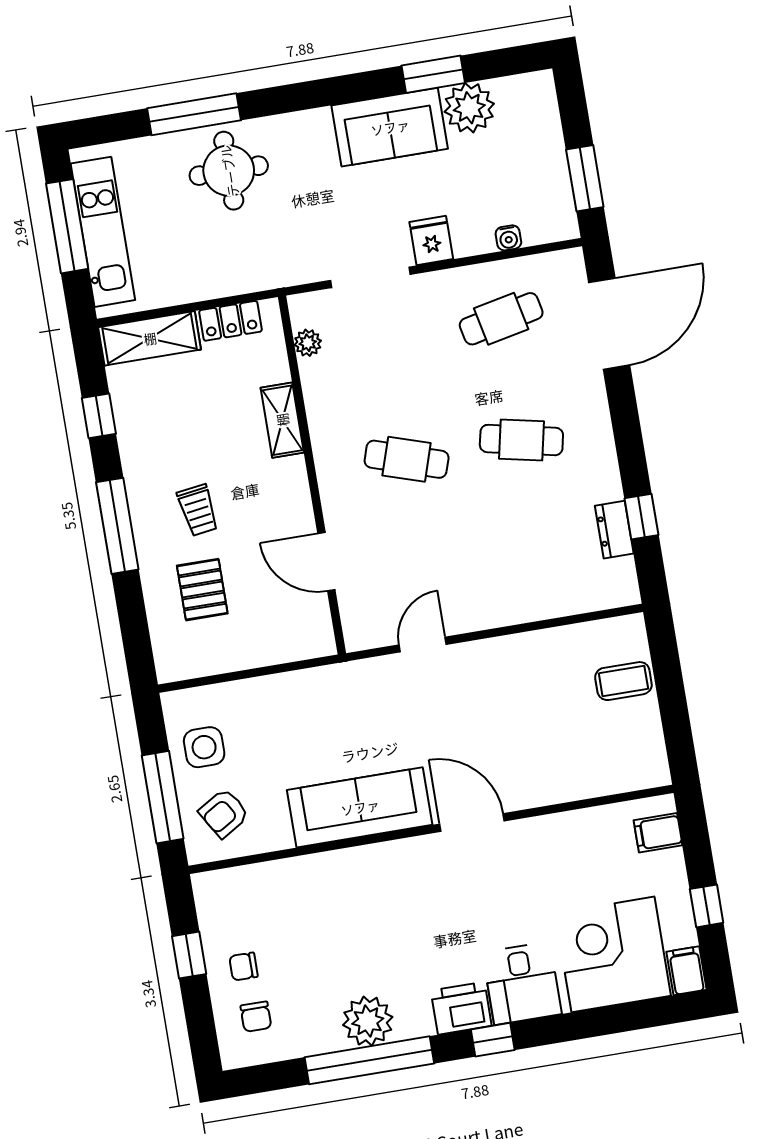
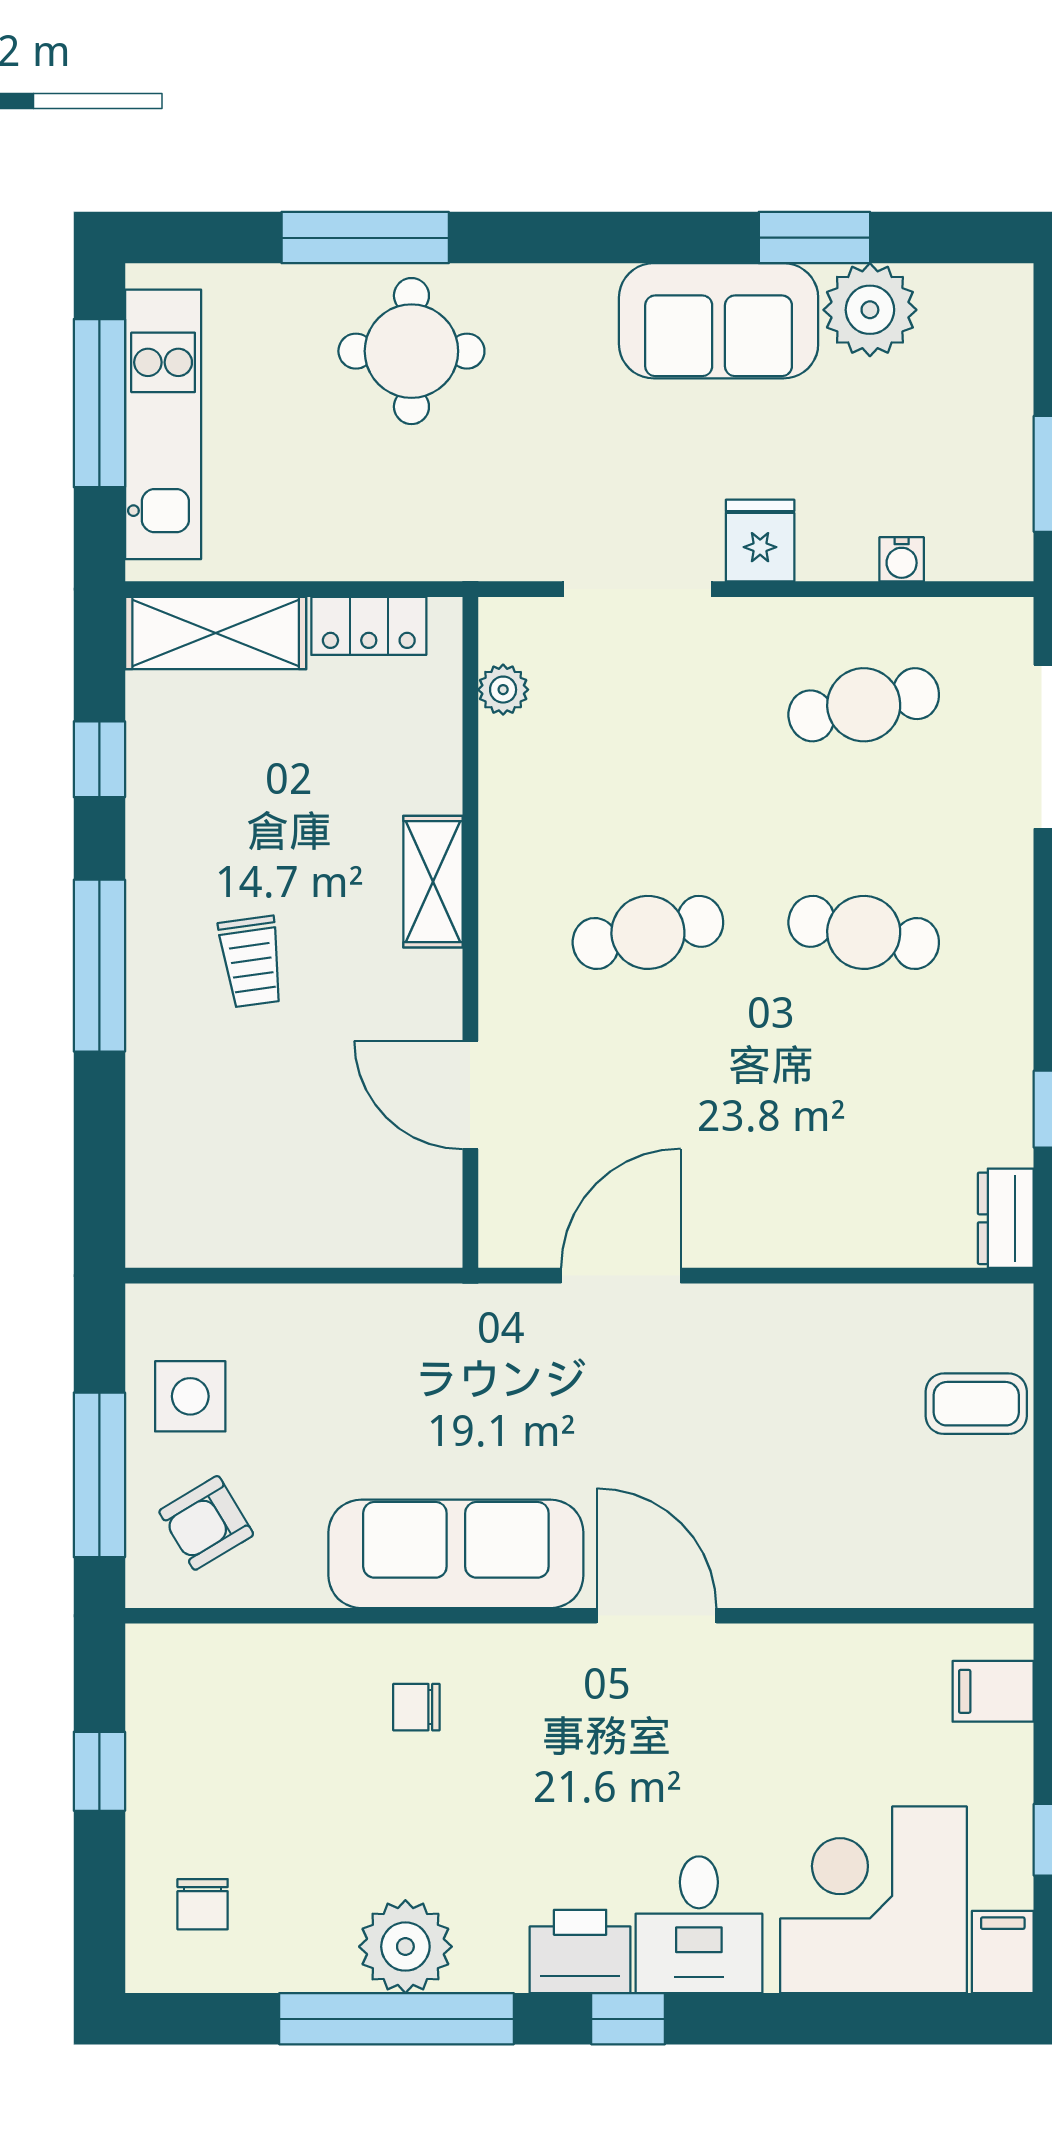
shelving: (282, 420) -> (433, 882), moved
cafe table: (407, 459) -> (648, 932), turned -30
dresser: (614, 530) -> (1006, 1218), moved
pallet: (202, 590) -> (235, 1108), removed
door: (423, 645) -> (621, 1276), width x1.38
chair: (244, 967) -> (416, 1707), moved

